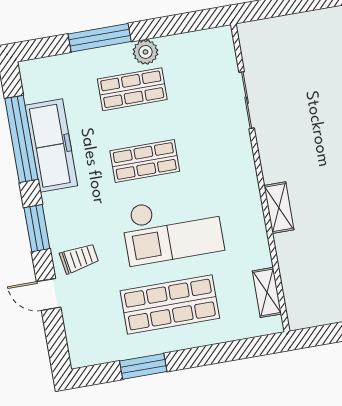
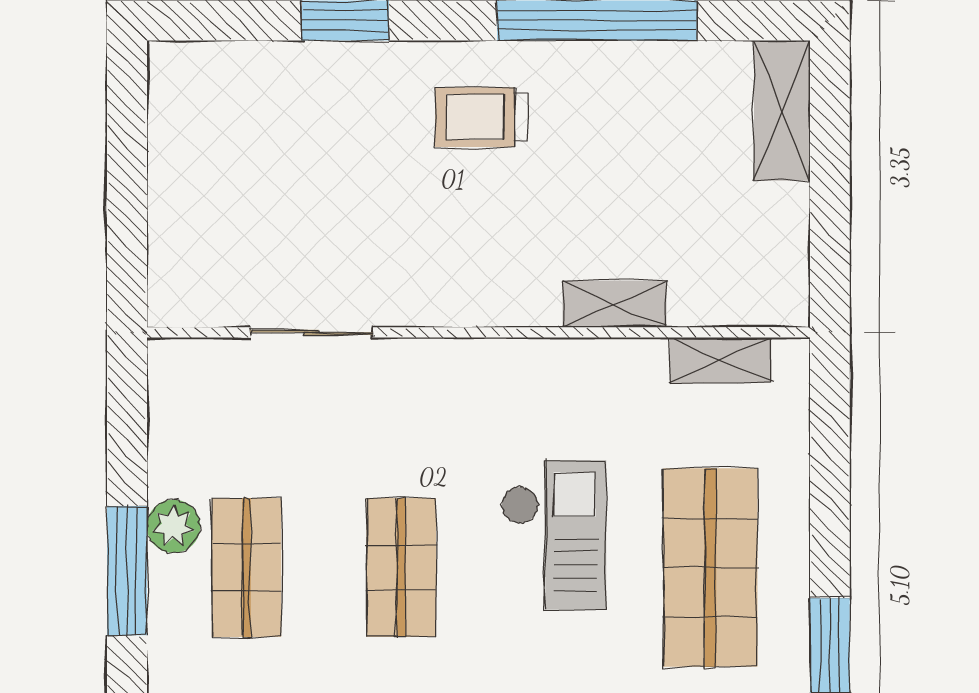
window: (100, 38) -> (127, 571), moved
shelving: (279, 208) -> (615, 304), moved
checkout: (172, 229) -> (554, 535), width x0.73, depth x0.83

